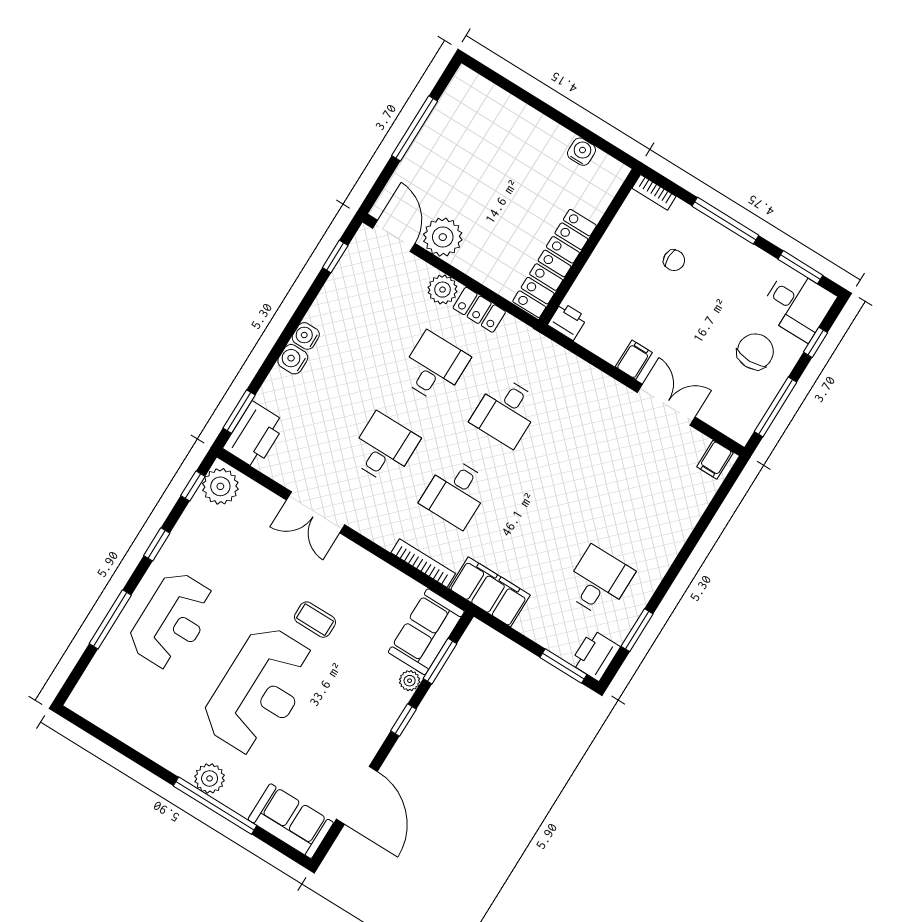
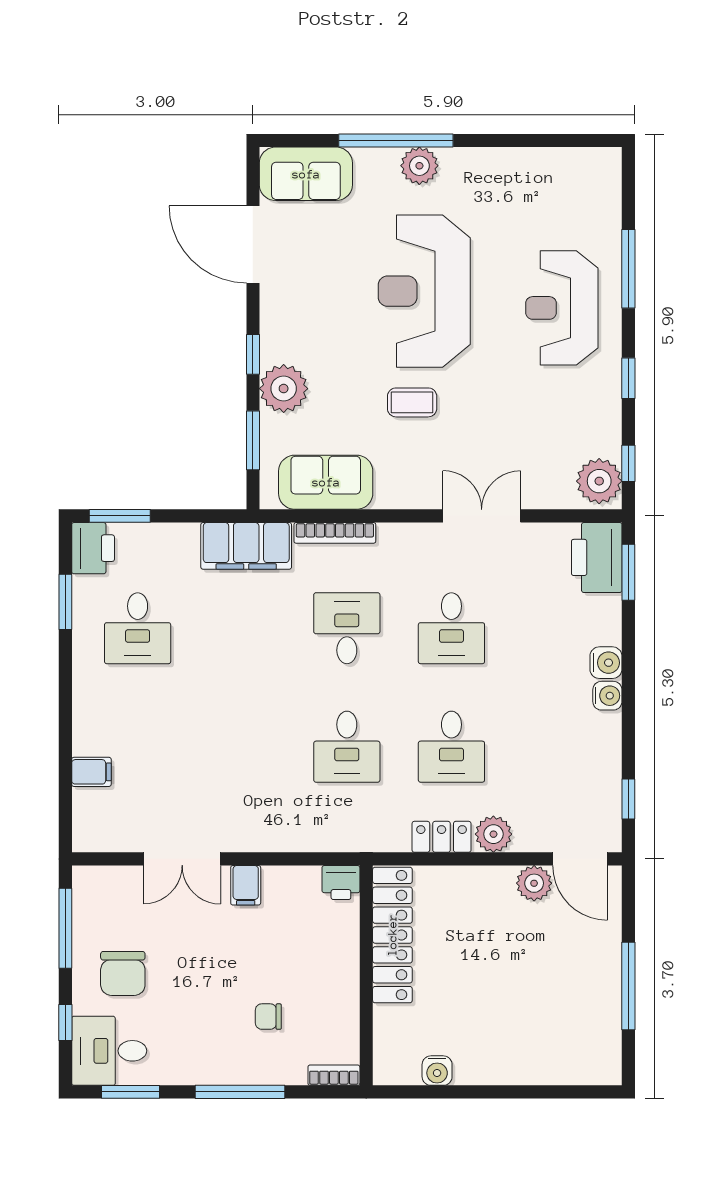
plant: (443, 237) -> (534, 883), width x0.73, depth x0.73
desk: (506, 412) -> (347, 747), turned 180
filing cabinet: (715, 460) -> (91, 772), moved, turned 90
sofa: (426, 632) -> (326, 482), moved, turned -90
plant: (410, 681) -> (284, 389), width x1.88, depth x1.88

